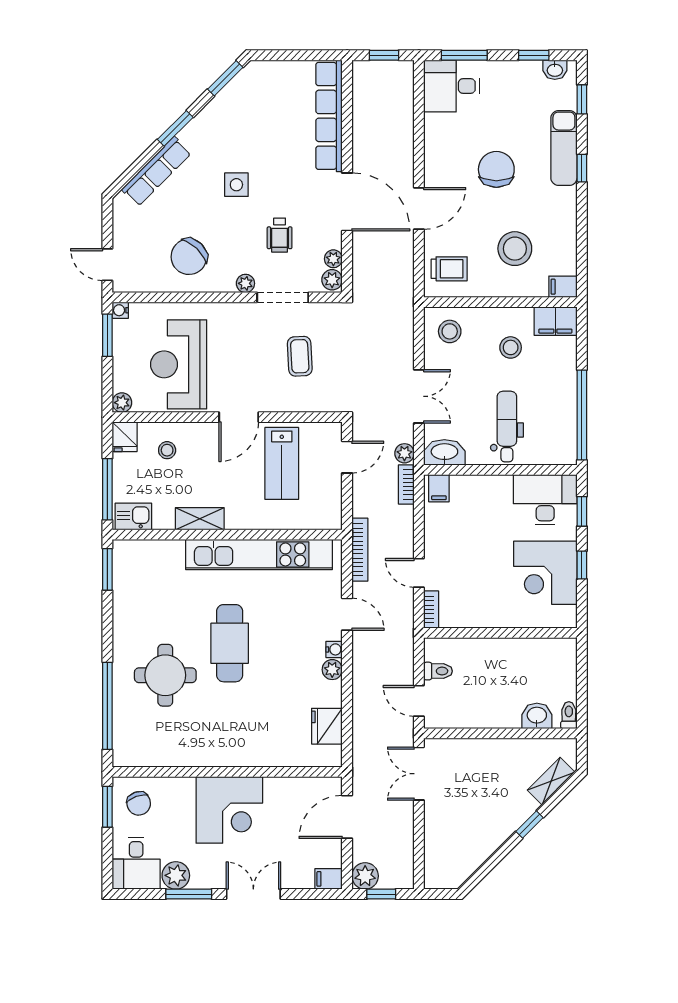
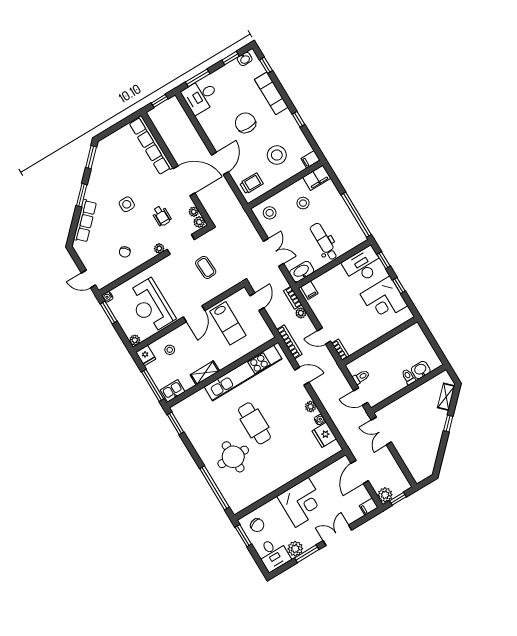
window: (582, 168) -> (299, 119), moved
chair: (189, 257) -> (125, 252), width x0.54, depth x0.54
plant: (404, 453) -> (301, 313), moved
water cooler: (334, 649) -> (320, 420), moved
toilet: (569, 715) -> (409, 377), moved

